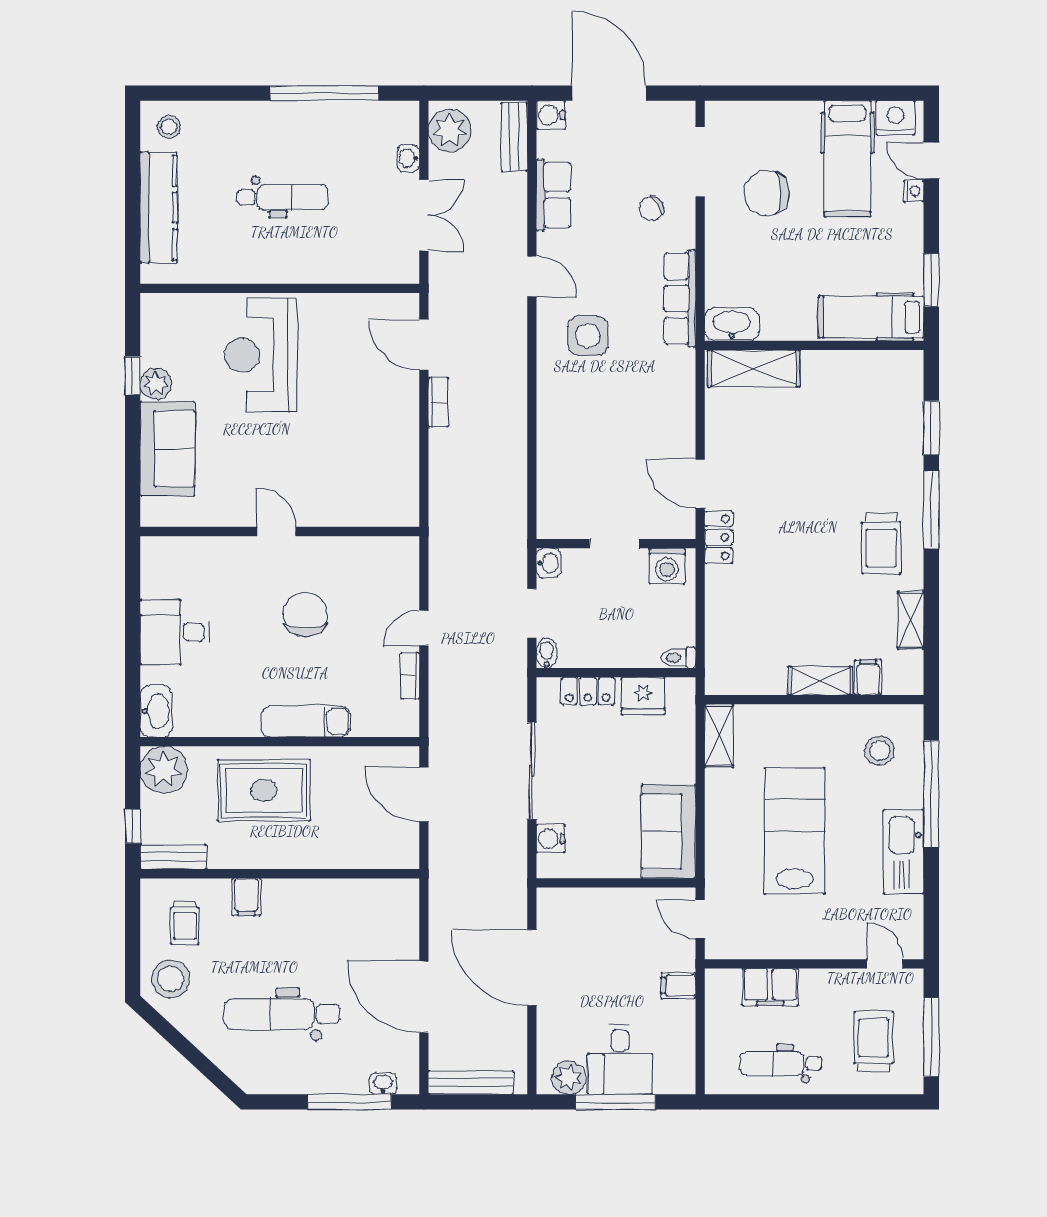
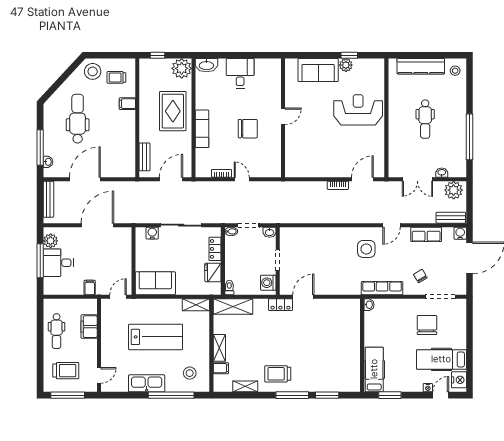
washbasin: (732, 324) -> (369, 305), width x0.52, depth x0.69
shelving: (754, 368) -> (233, 306), moved, turned 90
bench: (173, 857) -> (145, 157), moved
dental chair: (781, 1063) -> (57, 331), turned 180

